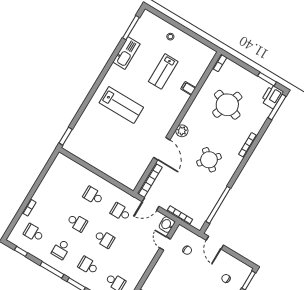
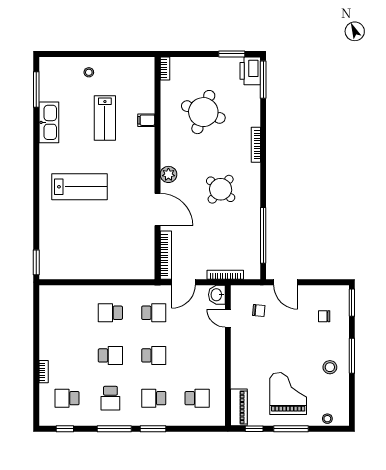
school desk: (120, 212) -> (154, 313), turned 180

